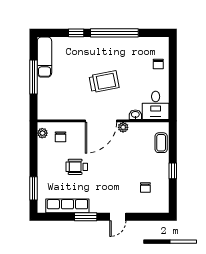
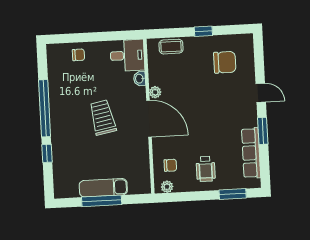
exam couch: (44, 57) -> (103, 188), moved
wheelchair: (77, 167) -> (206, 169), moved
chair: (145, 188) -> (225, 62), width x1.87, depth x1.87

